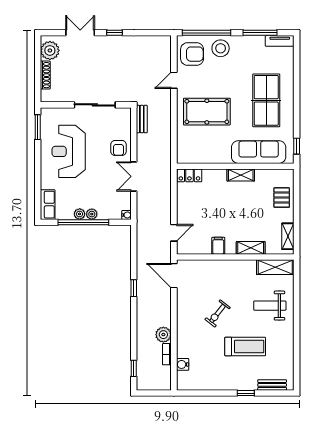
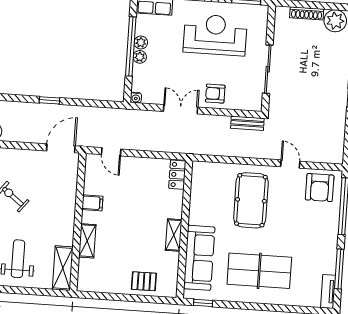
stool: (221, 48) -> (324, 221), removed
shelving: (288, 236) -> (98, 286), removed

